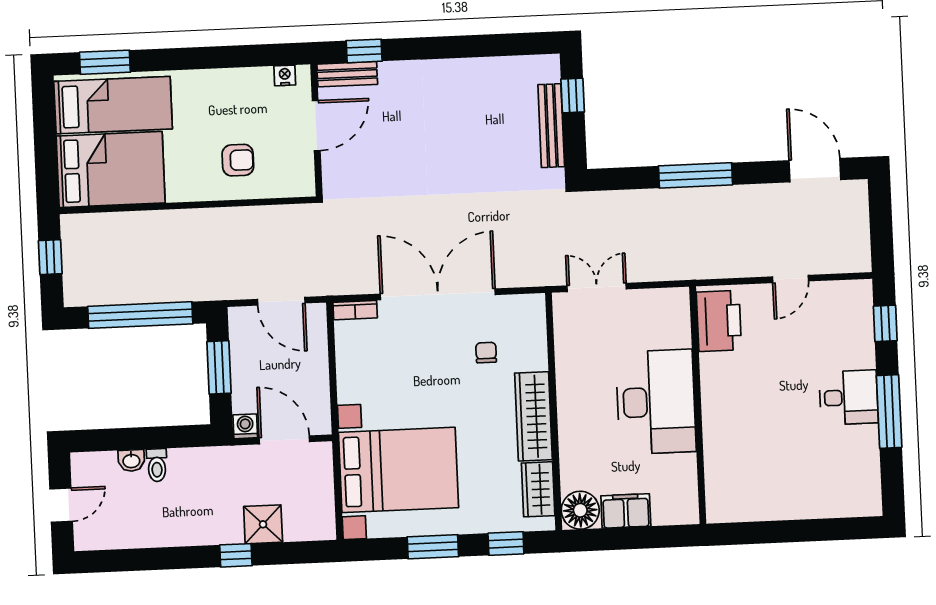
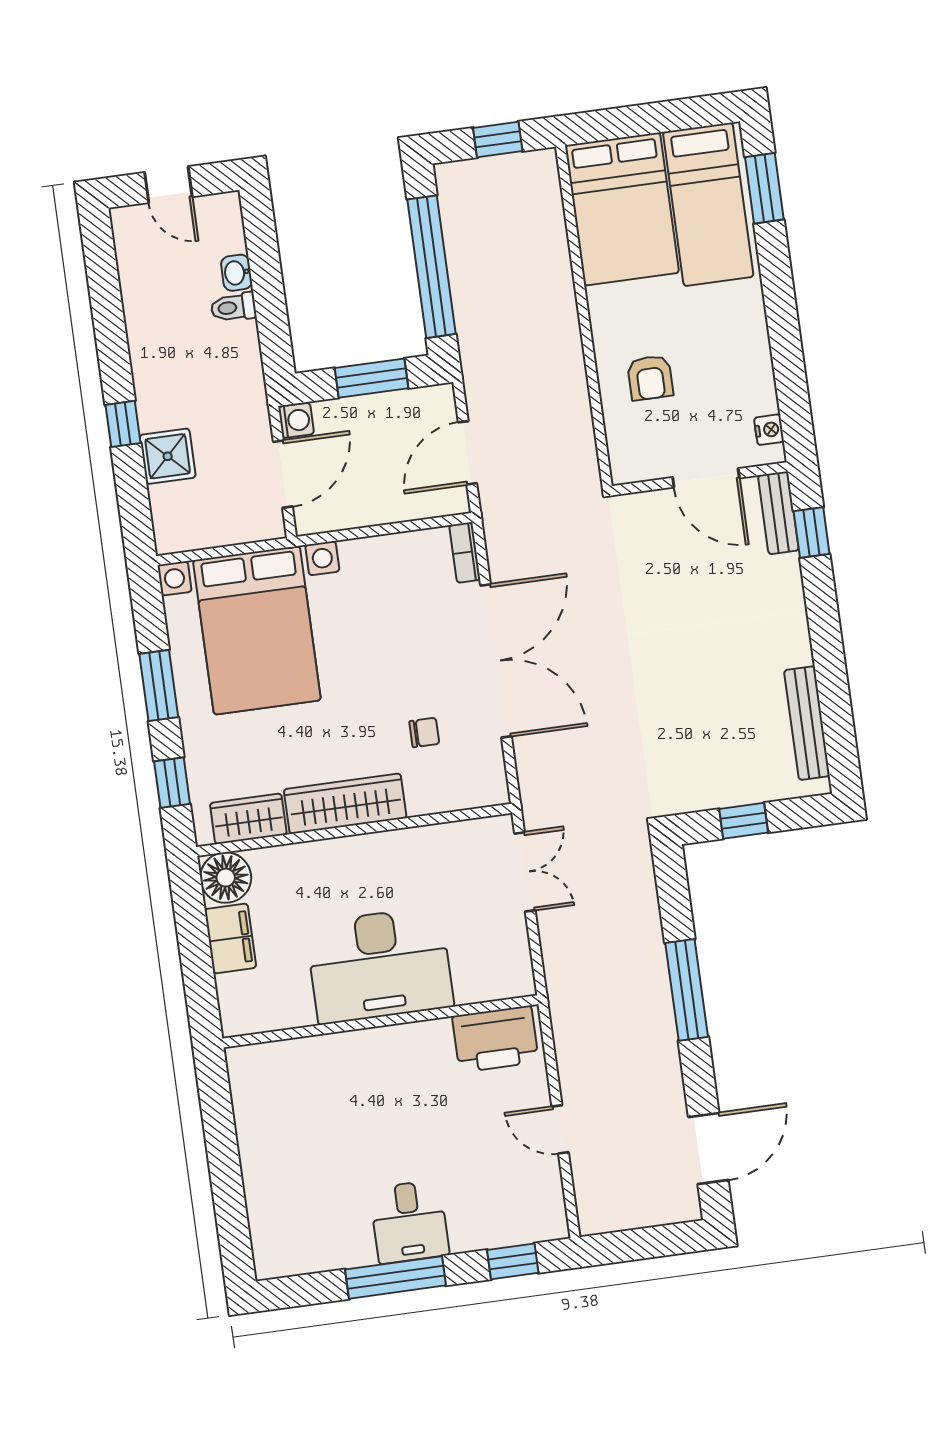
window: (573, 96) -> (744, 821), moved
bench: (551, 126) -> (807, 723), moved, turned 90

